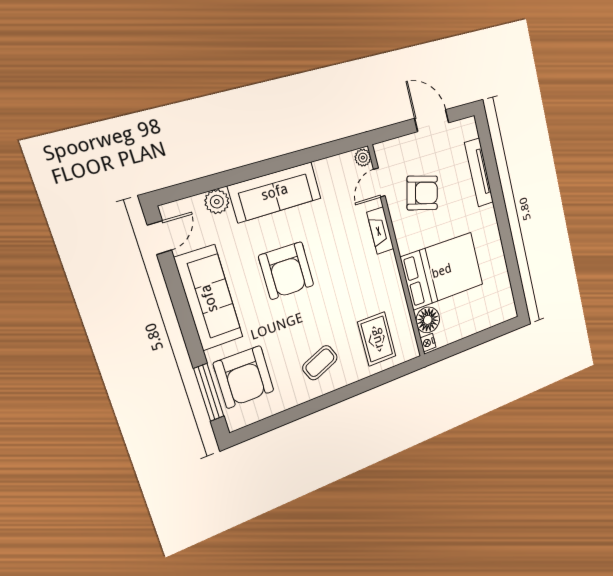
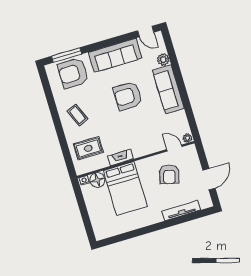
fireplace: (380, 231) -> (120, 158), moved

